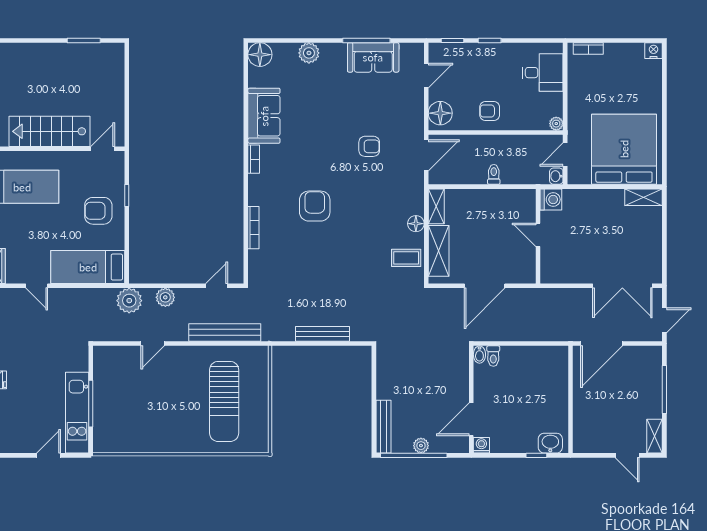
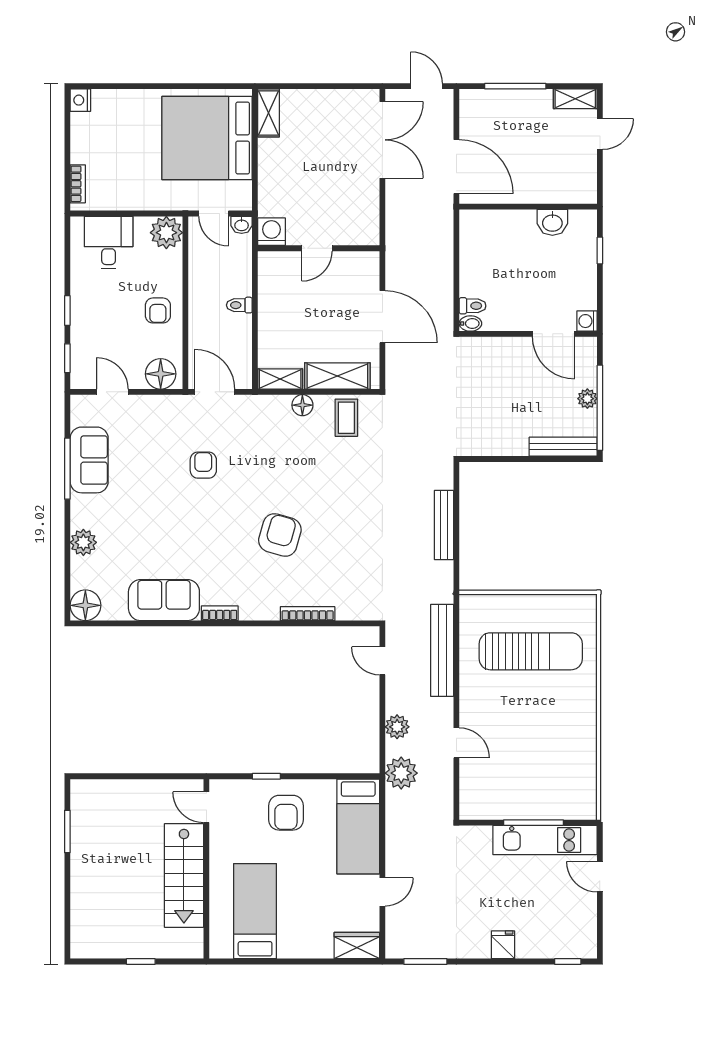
plant: (556, 124) -> (166, 233), width x1.88, depth x1.88
armchair: (315, 206) -> (280, 535), turned 106
washbasin: (550, 443) -> (552, 222), moved, turned -90

